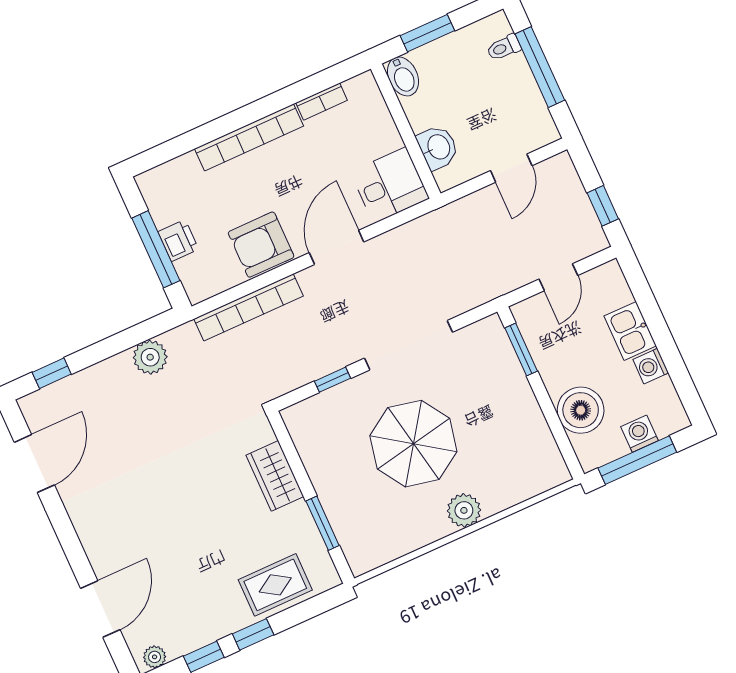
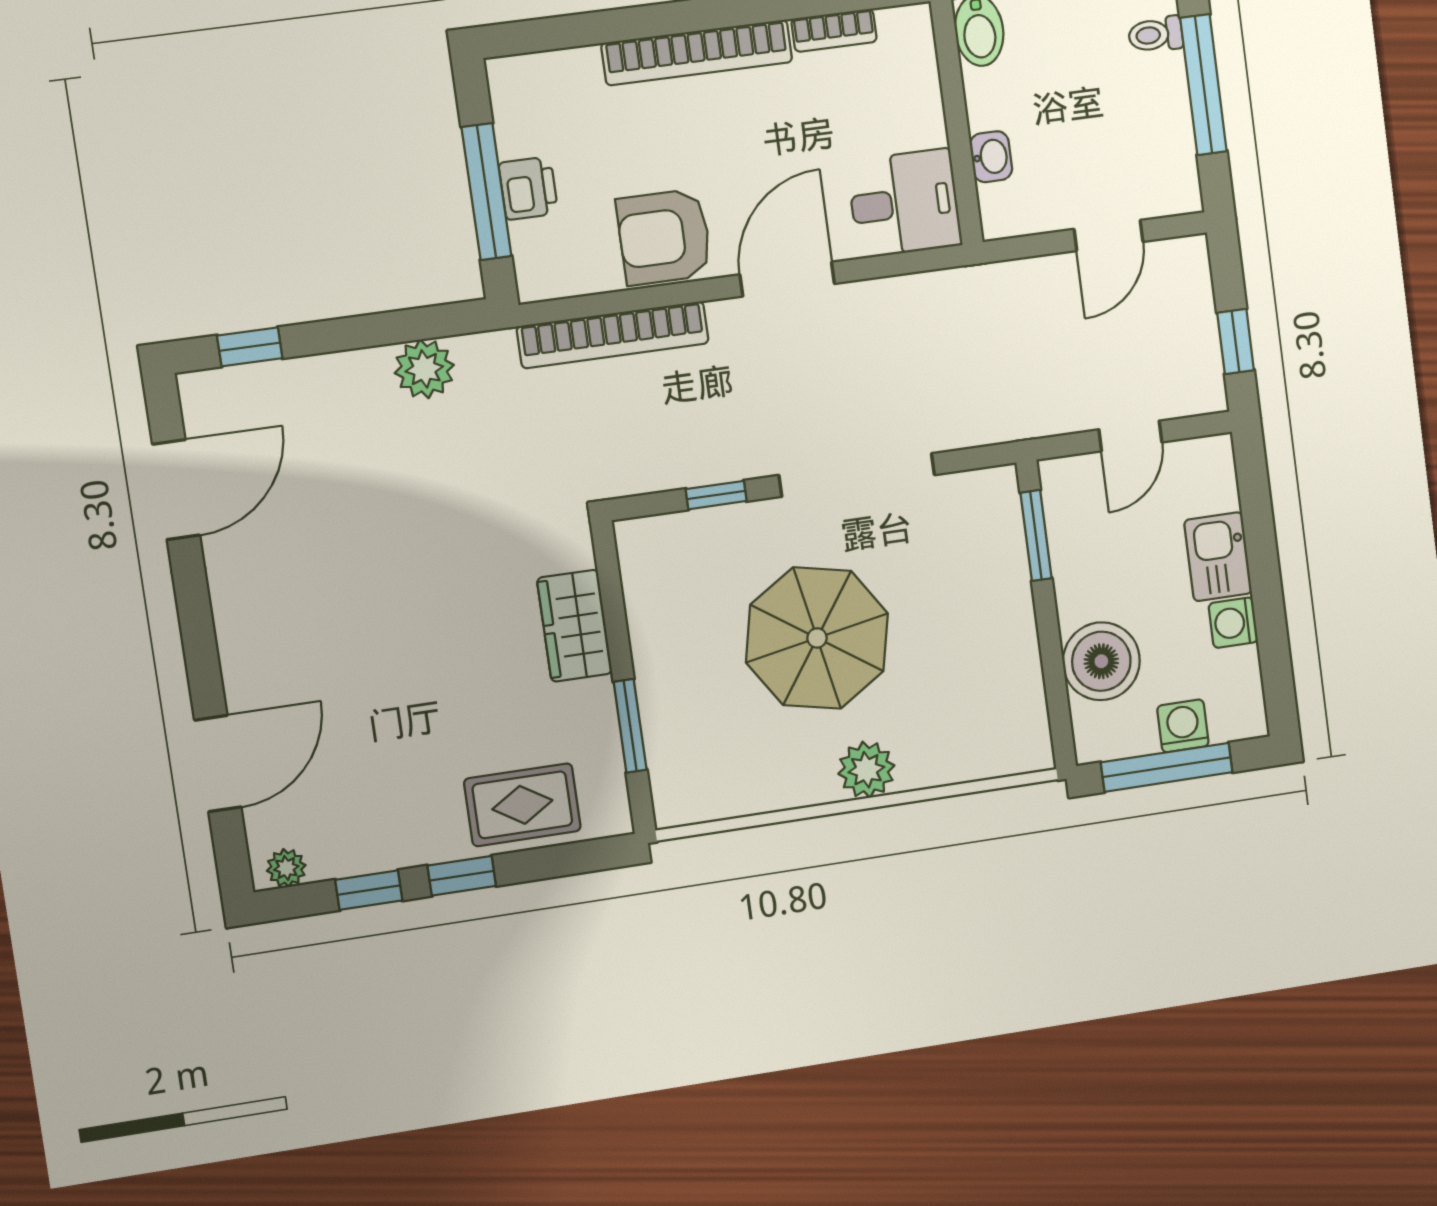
washbasin: (438, 147) -> (991, 157), width x0.72, depth x0.69

